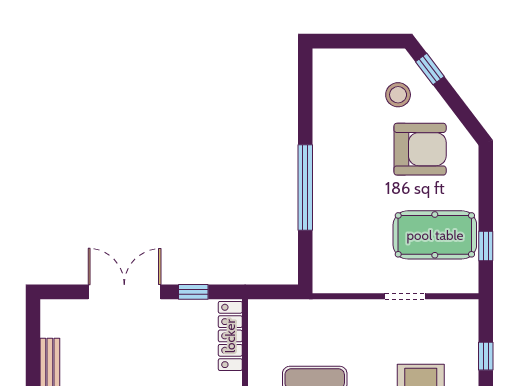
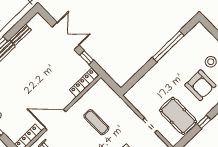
window: (305, 188) -> (168, 47), moved
window: (486, 246) -> (204, 122), moved

